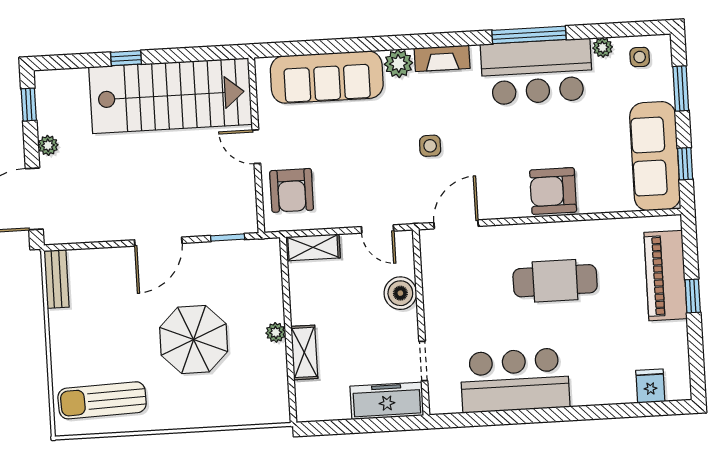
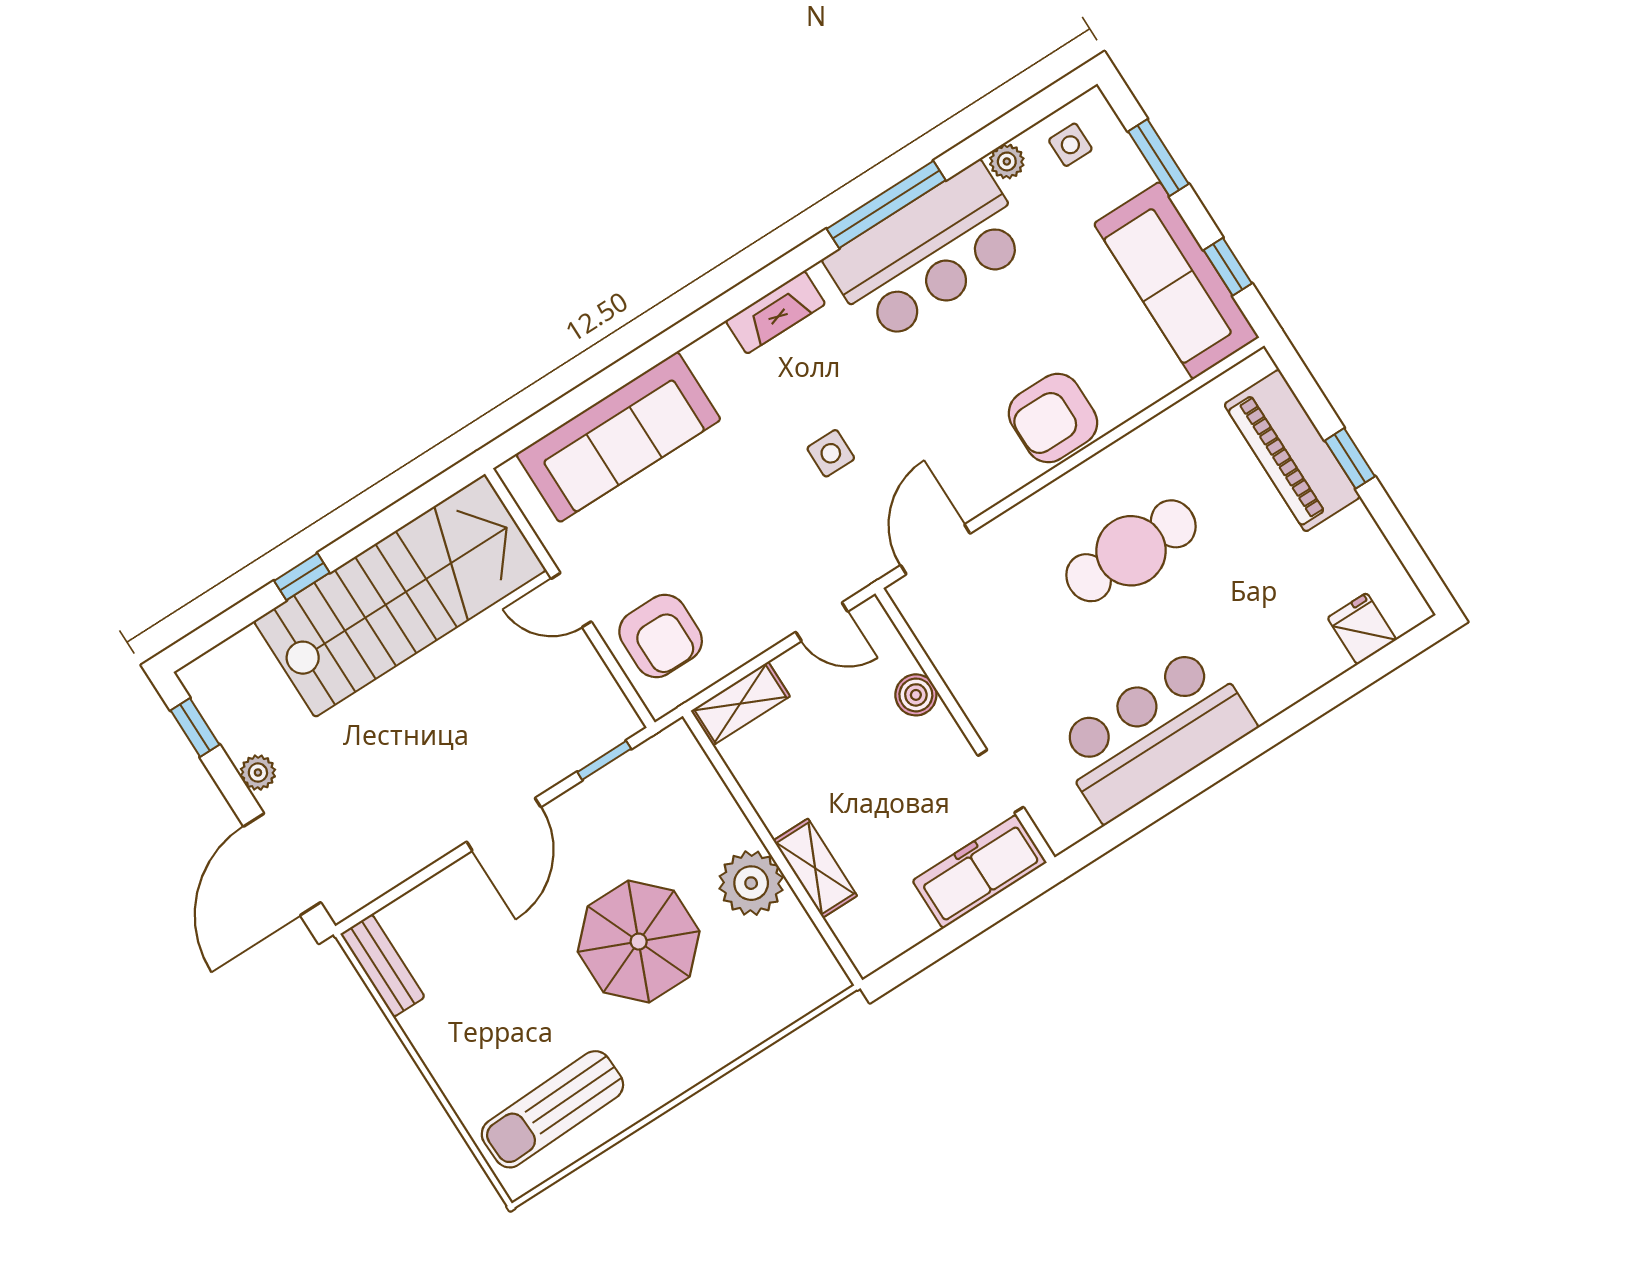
plant: (398, 64) -> (714, 356), removed
boiler: (400, 293) -> (916, 695), width x0.73, depth x0.73
plant: (276, 332) -> (751, 883), width x1.88, depth x1.88

